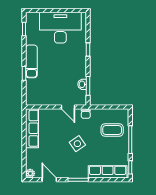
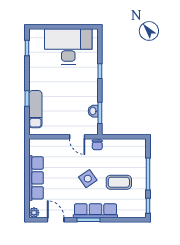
exam couch: (31, 61) -> (35, 109), moved
row of seats: (32, 128) -> (36, 178), moved
coffee table: (112, 130) -> (119, 182), moved
row of seats: (108, 172) -> (95, 211), moved

